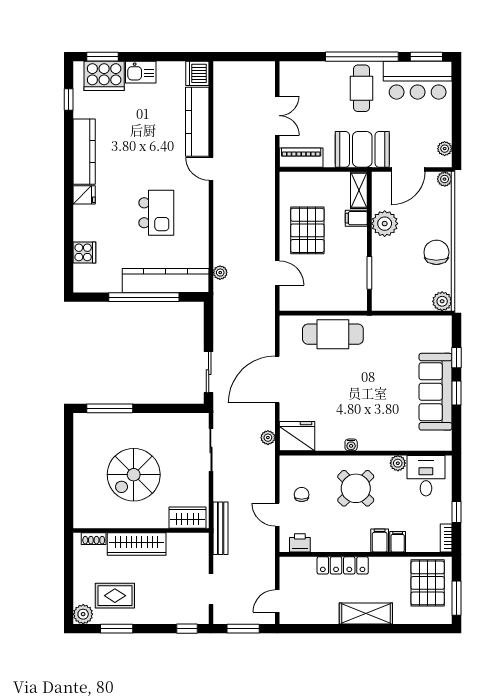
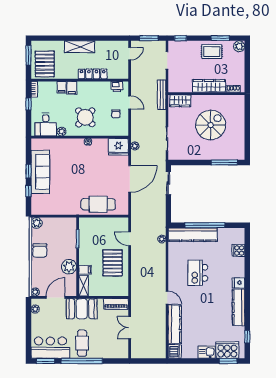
rug: (115, 596) -> (212, 51), moved

